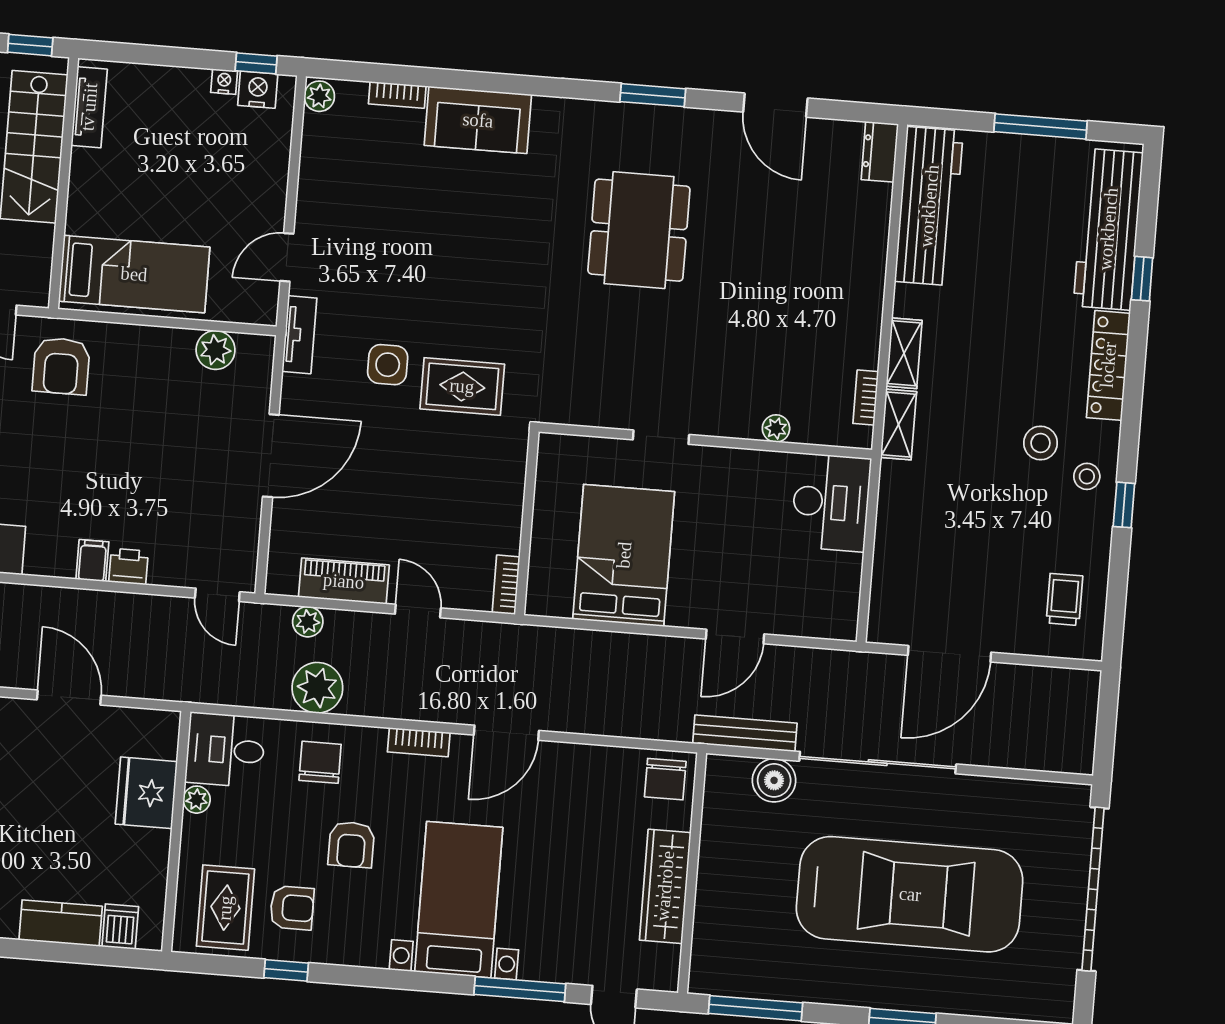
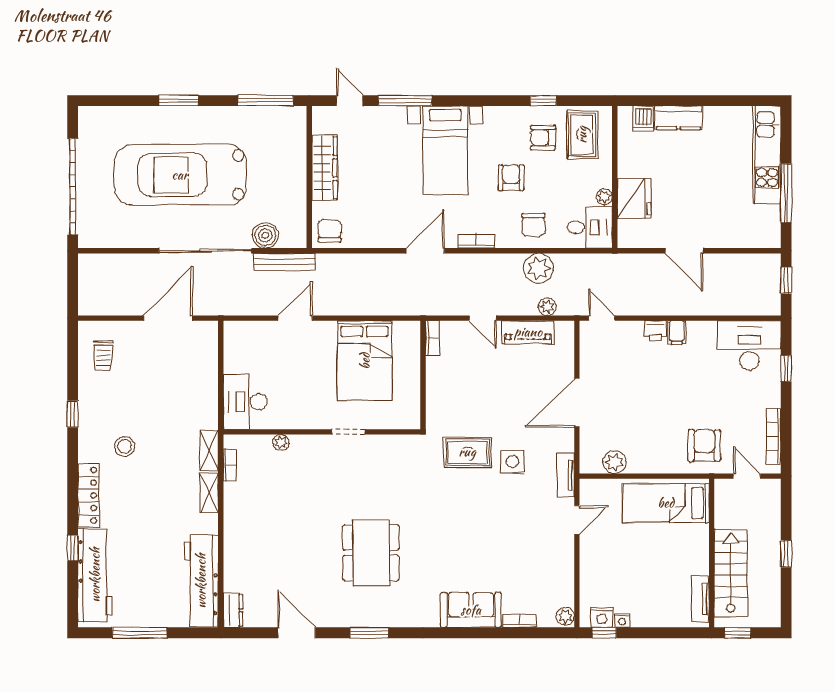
stool: (1087, 476) -> (96, 429), removed

